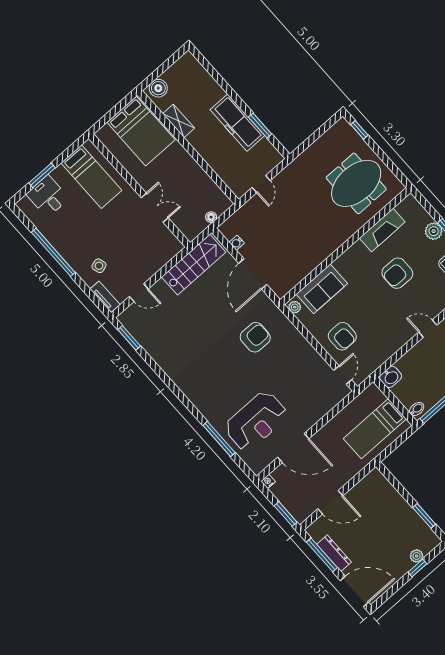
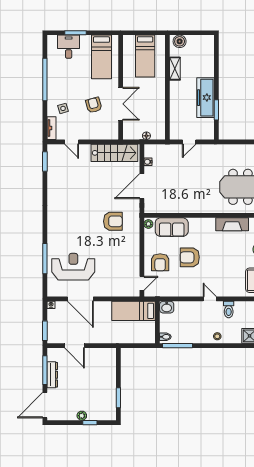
bed: (141, 131) -> (145, 56), width x0.67
double door: (155, 208) -> (121, 104), width x1.37
armchair: (128, 234) -> (94, 105), added
armchair: (397, 273) -> (190, 257), moved
reception desk: (256, 421) -> (73, 267), turned 180
bed: (375, 429) -> (133, 311), moved
plant: (417, 556) -> (82, 416), moved
door: (354, 591) -> (45, 405), swing flipped

